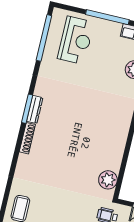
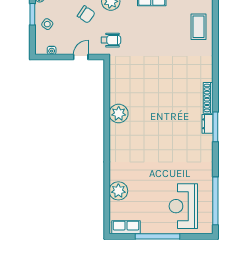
dresser: (35, 110) -> (208, 124), width x0.70
plant: (108, 180) -> (119, 114), moved

